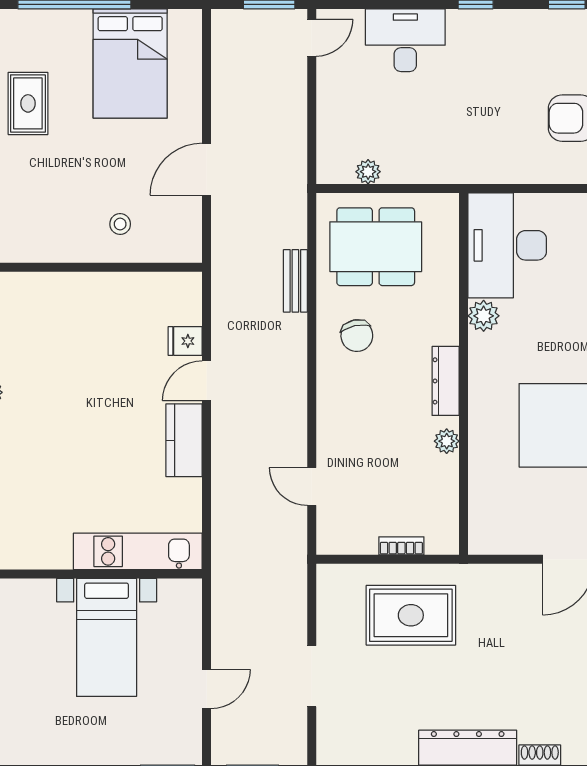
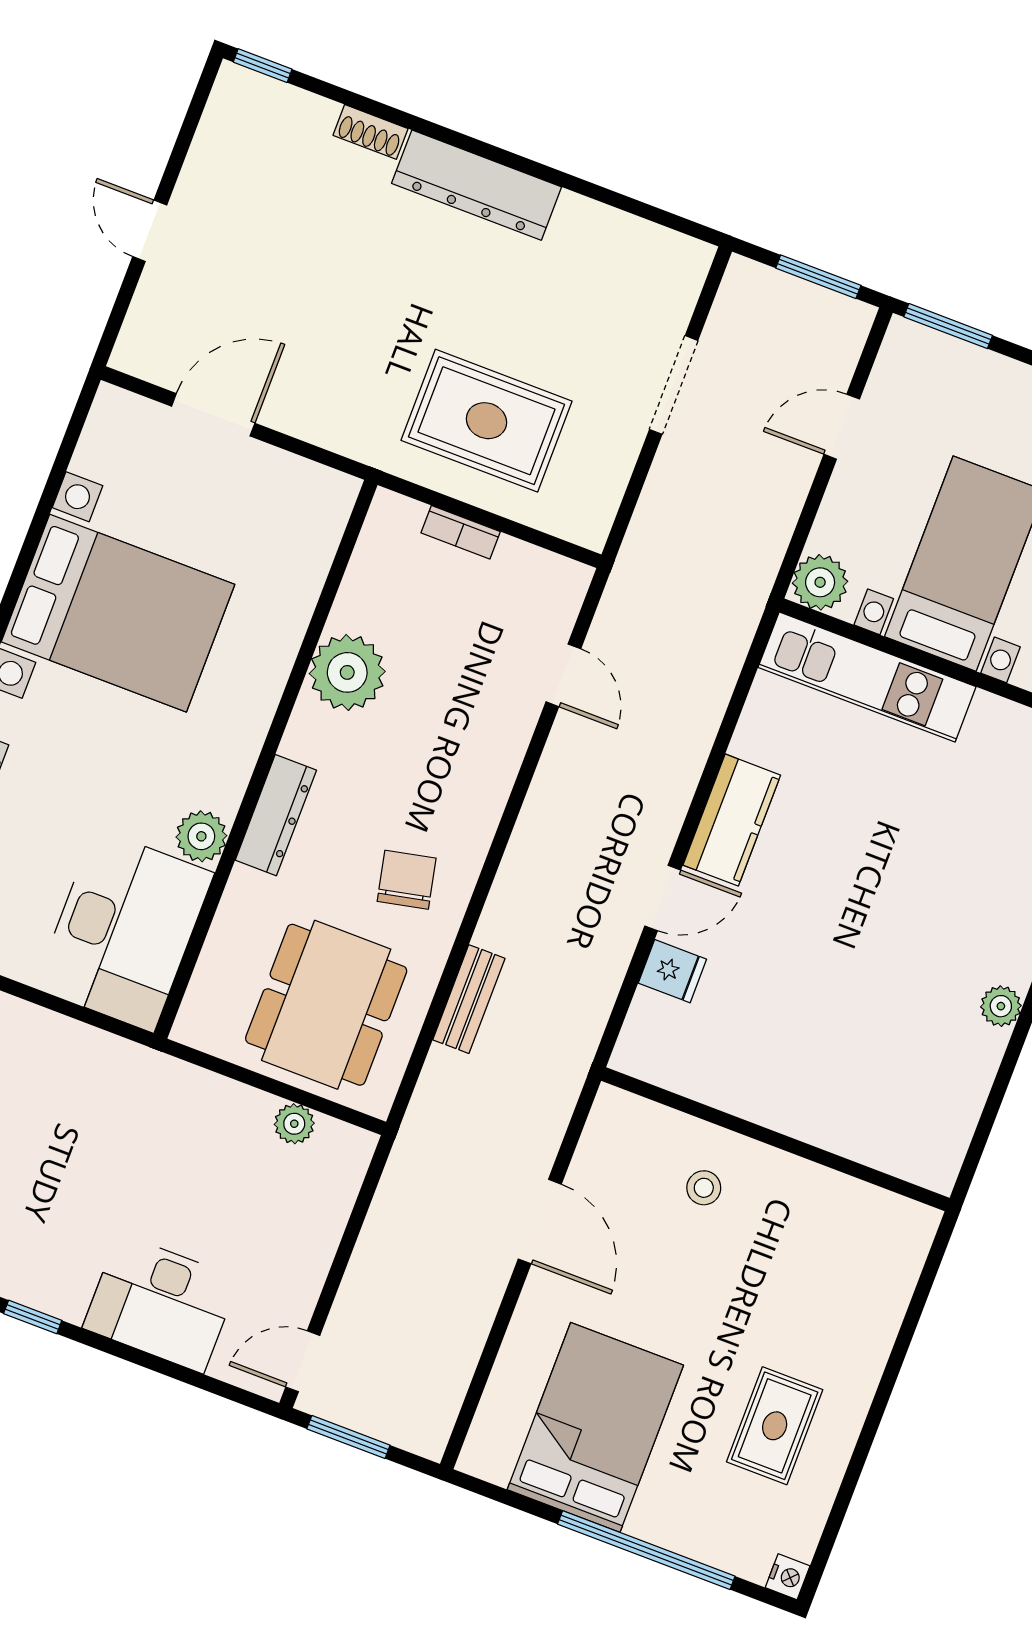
door: (207, 169) -> (540, 1222), hinge flipped
dining table: (376, 247) -> (326, 1005), turned 90
dresser: (446, 381) -> (276, 815), moved
plant: (447, 441) -> (347, 672), width x1.88, depth x1.88
plant: (185, 595) -> (820, 582), added

